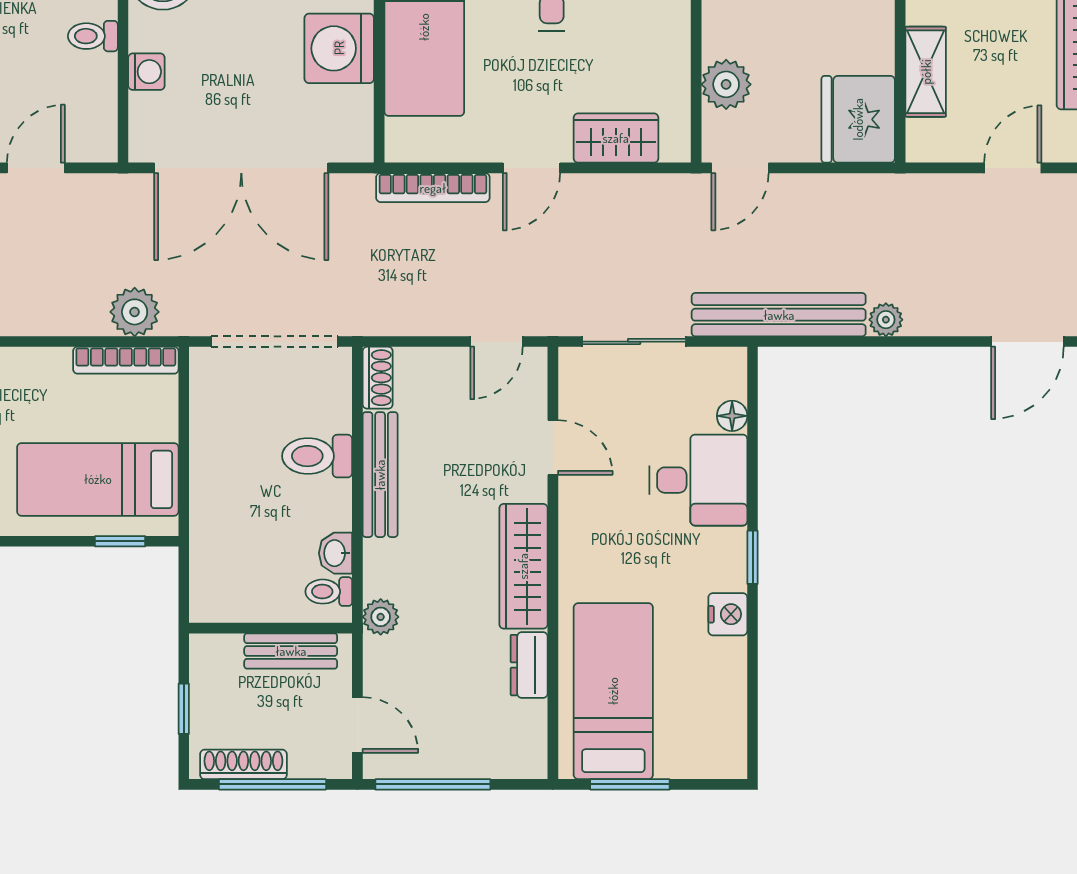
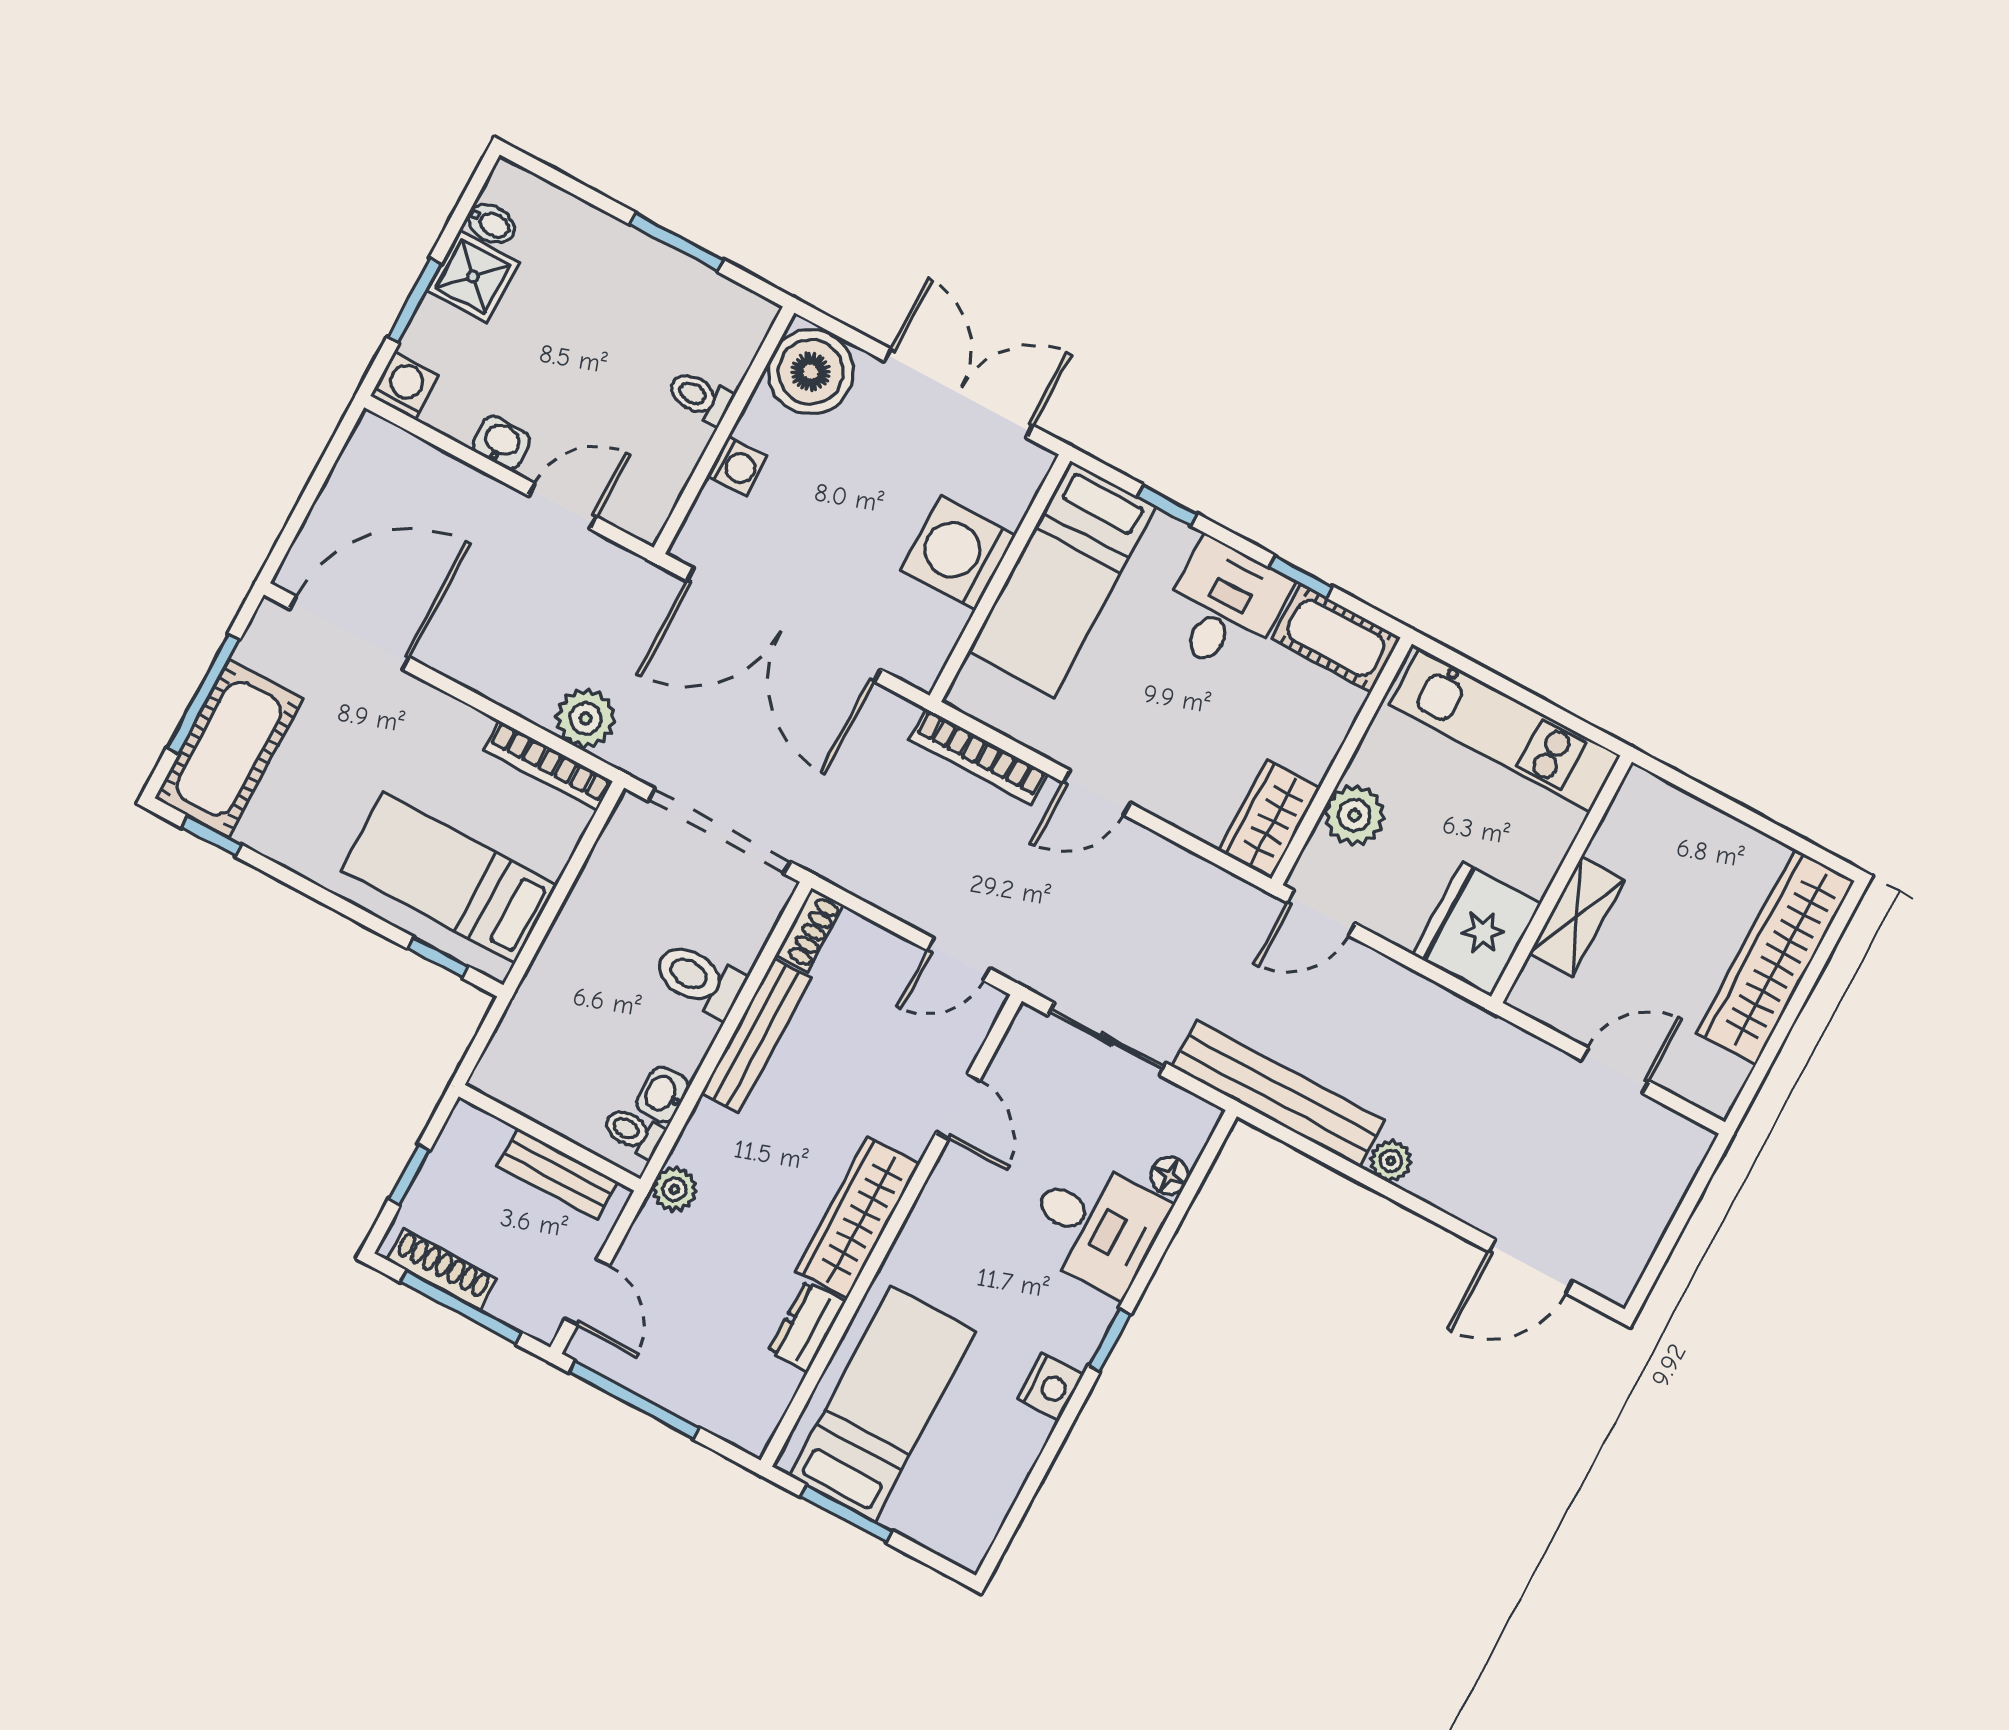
wardrobe: (616, 138) -> (1269, 819), moved, turned -90

